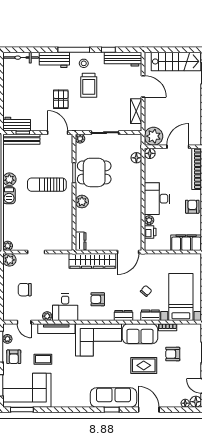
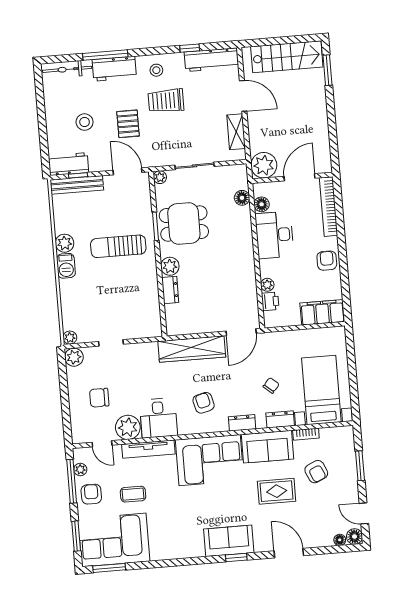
window: (74, 50) -> (105, 55), moved
trolley: (89, 85) -> (166, 101), turned 90
stool: (30, 96) -> (85, 122), added
floor lamp: (150, 153) -> (262, 204), moved
desk: (157, 199) -> (275, 235), moved
dresser: (81, 241) -> (170, 290), moved
armchair: (98, 299) -> (204, 403), turned 76
plant: (47, 316) -> (128, 427), width x1.88, depth x1.88
armchair: (173, 354) -> (316, 472), turned -114
armchair: (14, 357) -> (91, 494), turned 180
sofa: (113, 397) -> (229, 541), width x0.73

